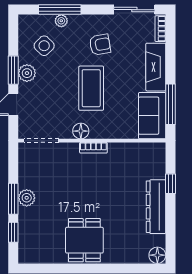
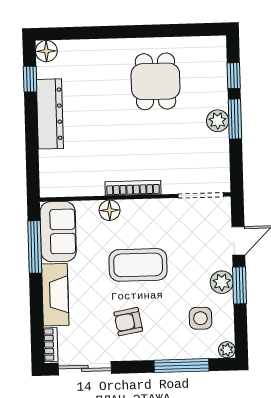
plant: (61, 21) -> (227, 350), moved
side table: (44, 46) -> (200, 318), turned 45
coffee table: (91, 88) -> (138, 265), turned 90
floor lamp: (81, 131) -> (110, 210), moved
bookcase: (93, 148) -> (133, 188), width x1.56
window: (171, 184) -> (30, 79), moved
dining table: (84, 240) -> (156, 81), moved

